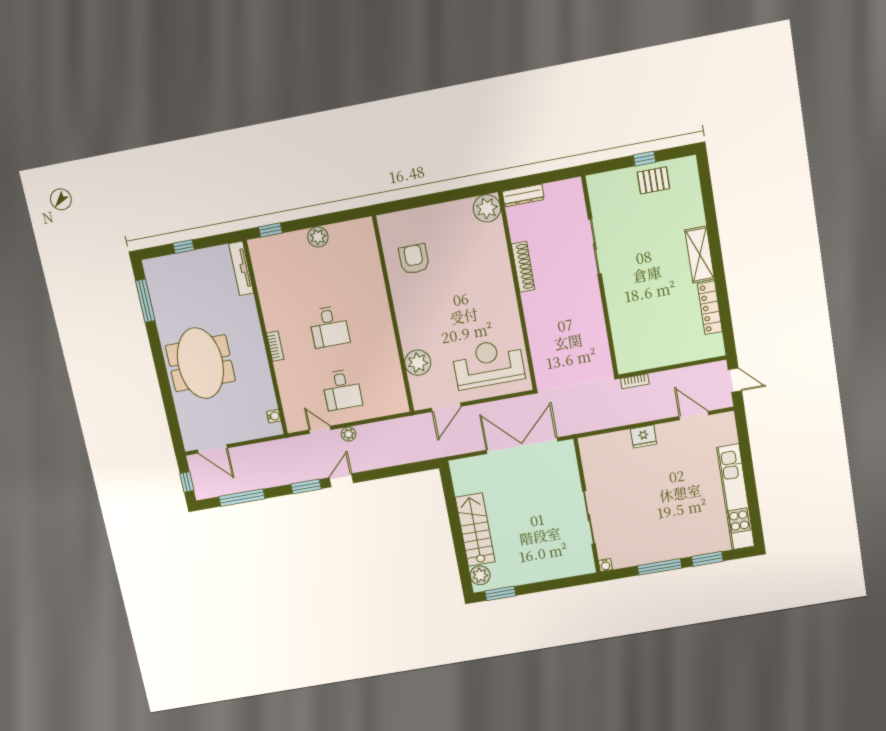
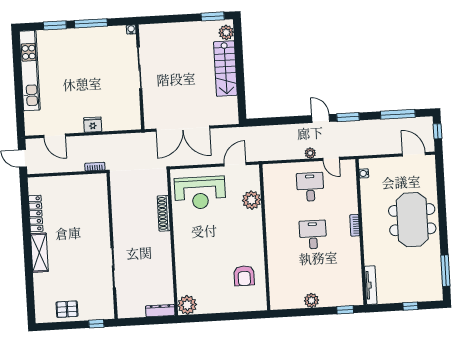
window: (644, 159) -> (96, 324), moved
shoe rack: (523, 267) -> (164, 213), moved
door: (341, 480) -> (321, 119), swing flipped

